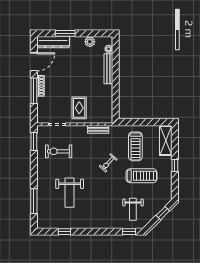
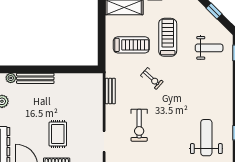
rug: (79, 108) -> (58, 134), moved, turned 90
exercise bike: (59, 151) -> (139, 125), moved
weight bench: (70, 193) -> (206, 138), moved, turned -90

